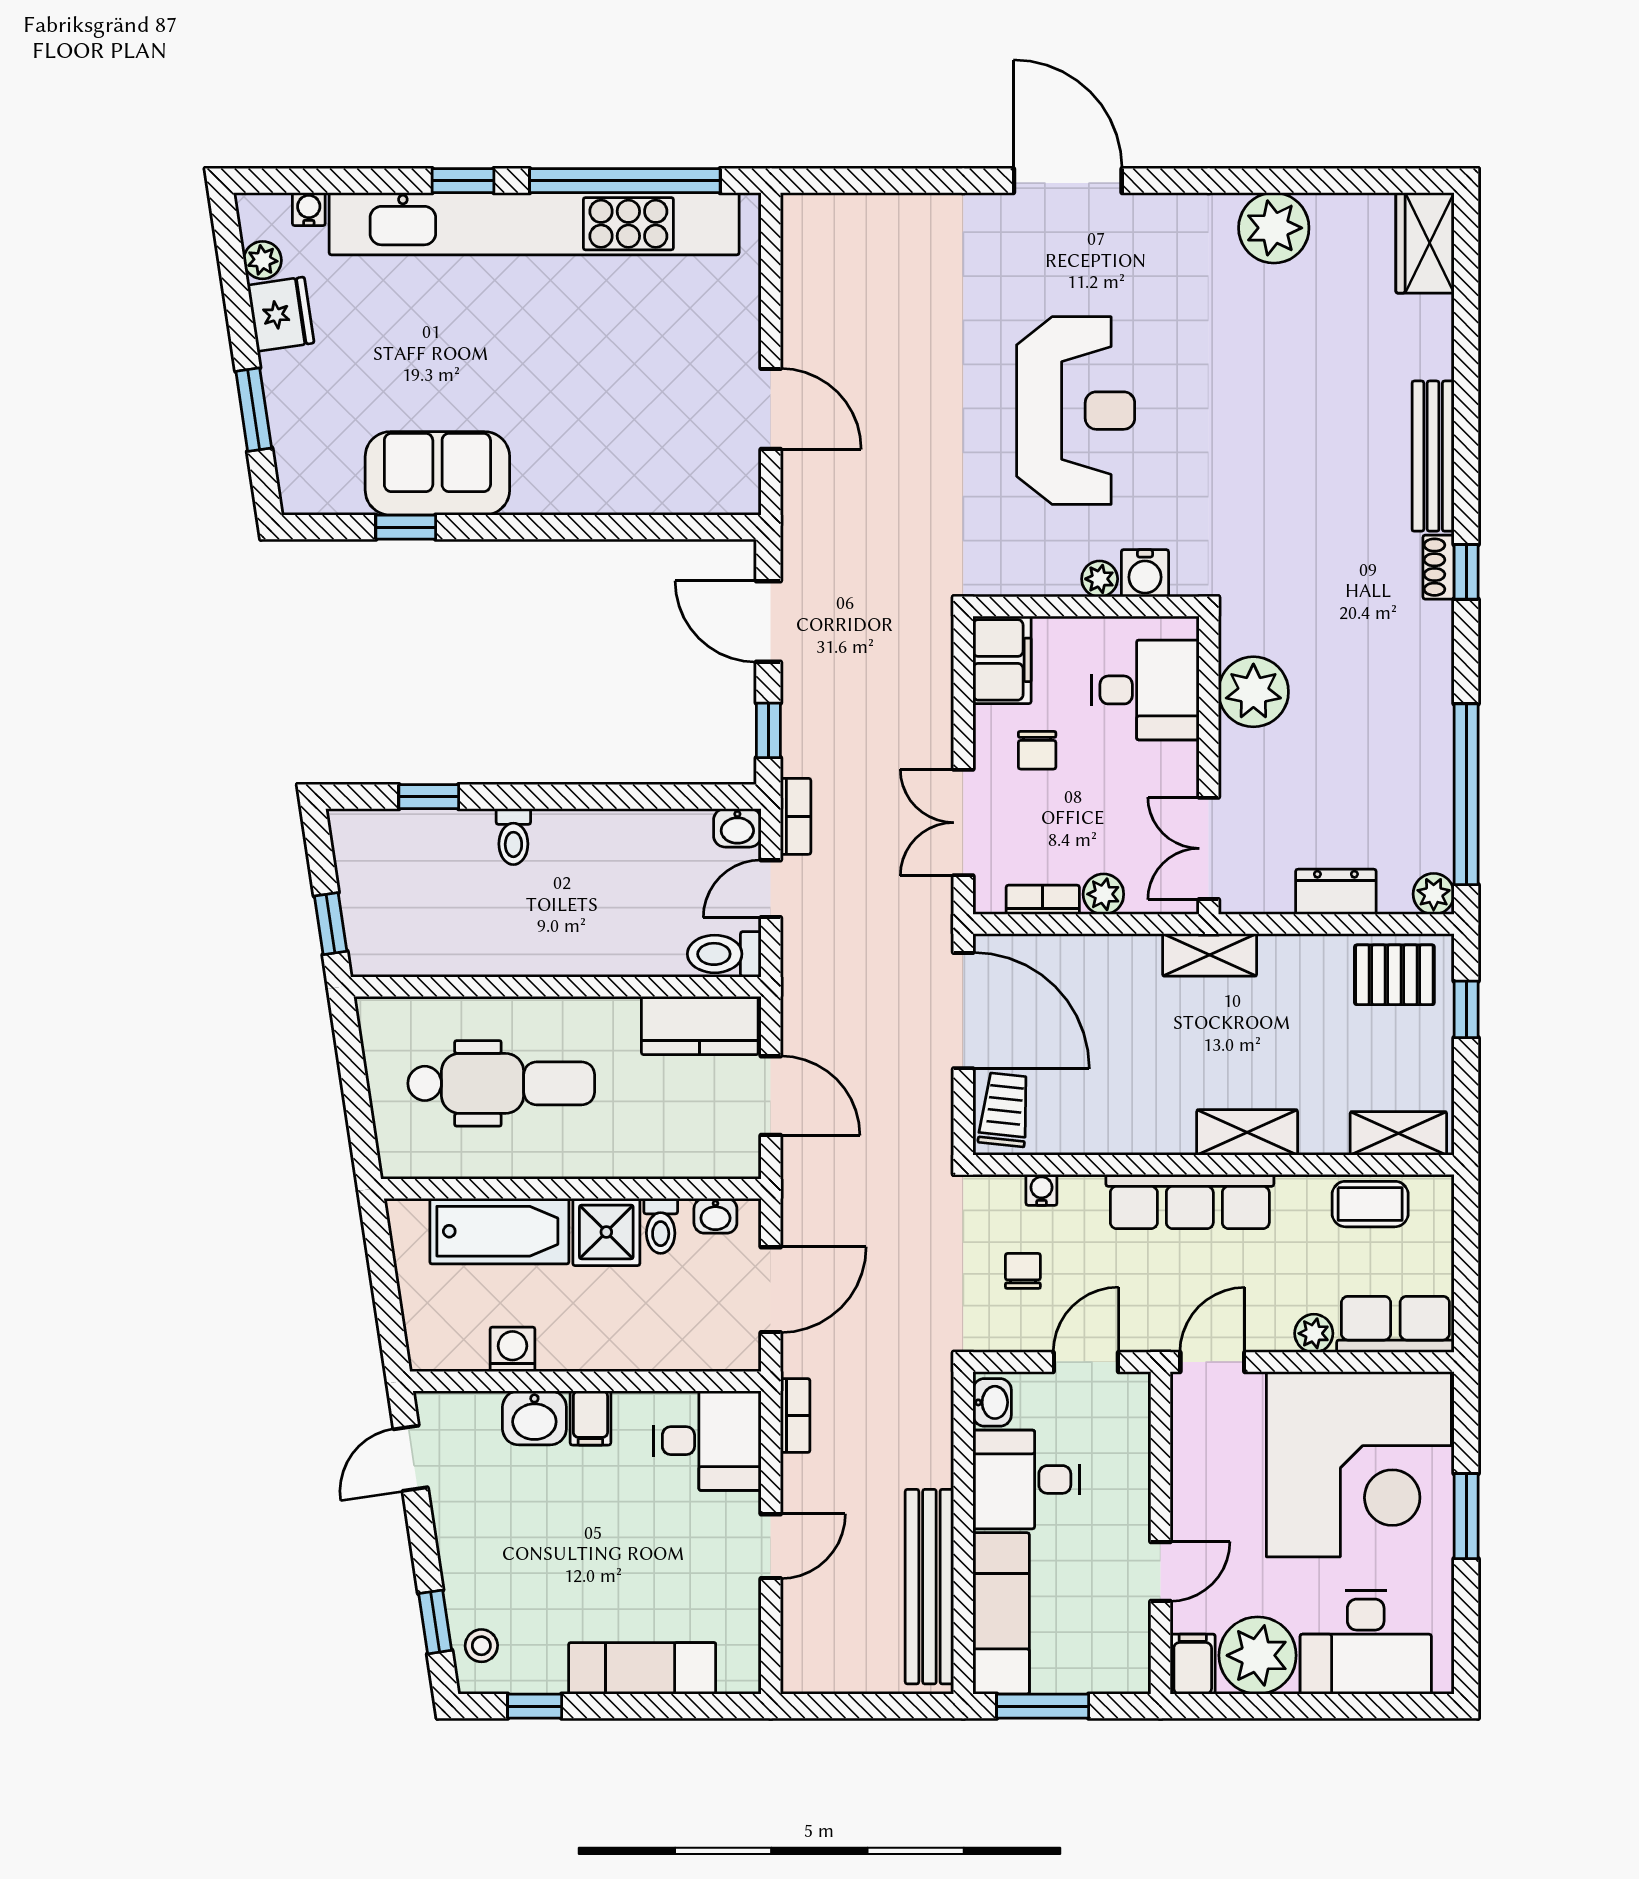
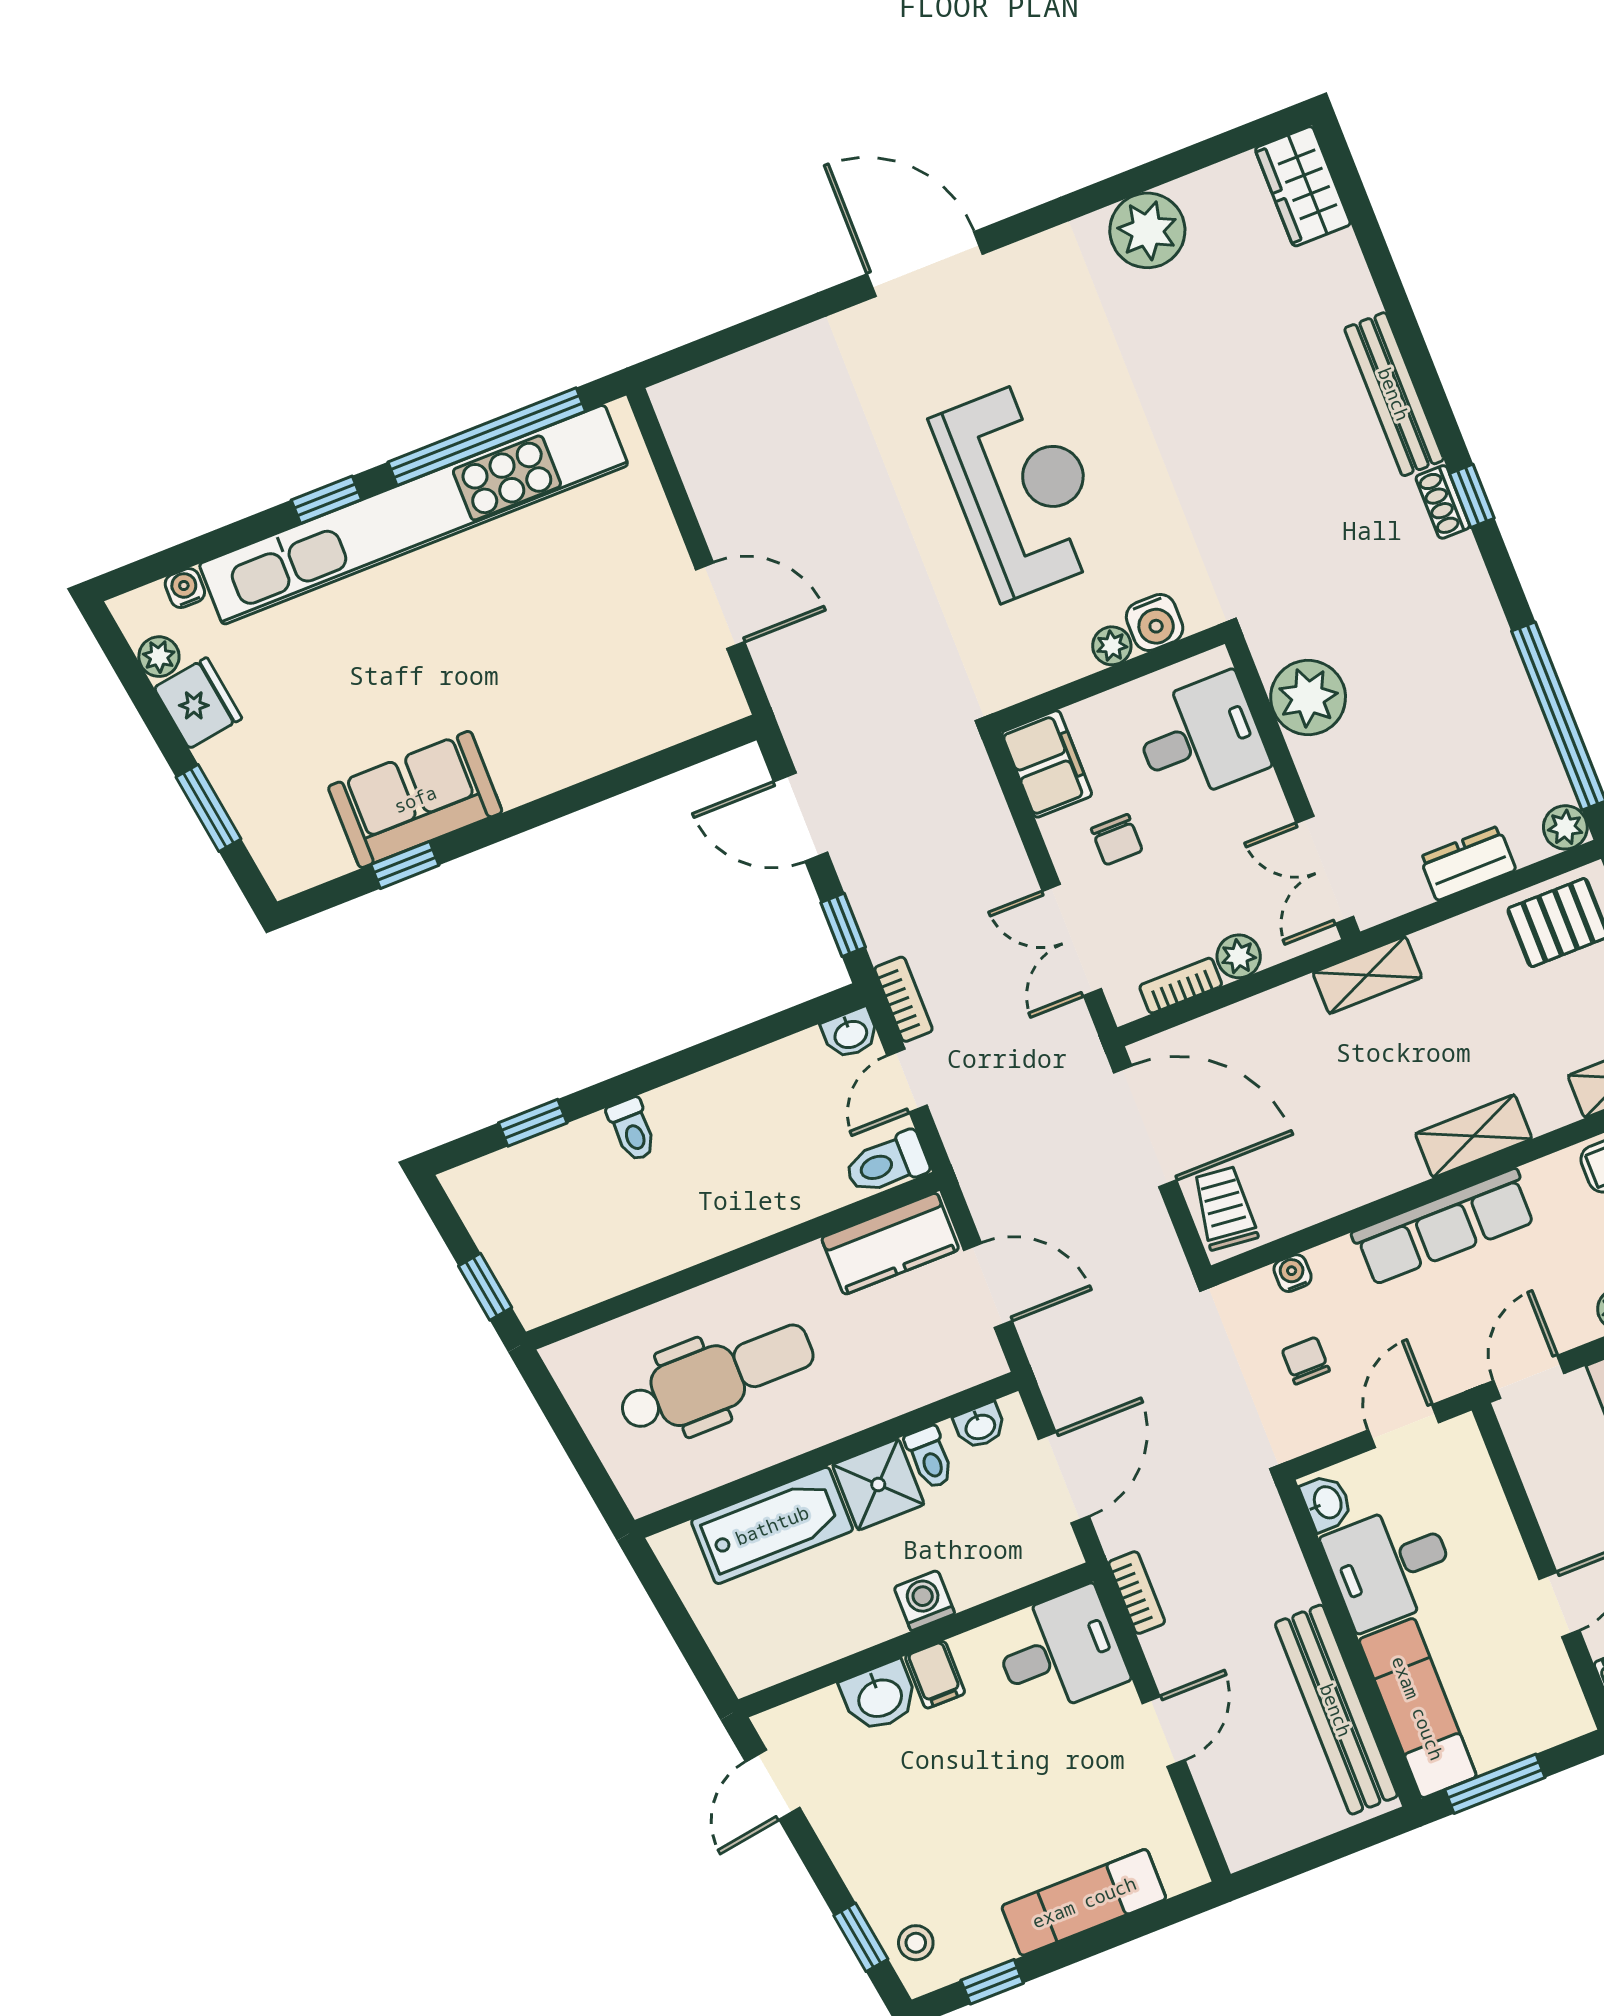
washing machine: (512, 1349) -> (924, 1601), moved

